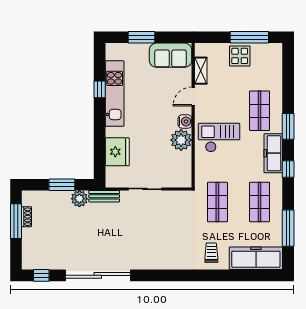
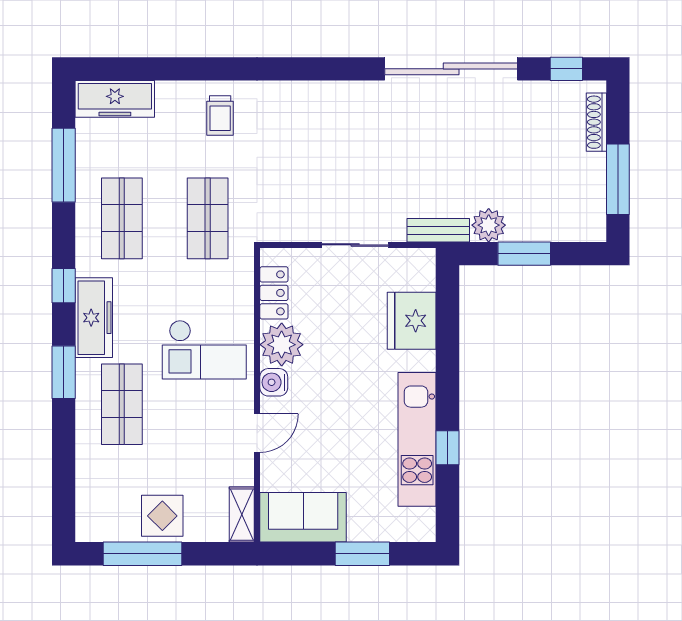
shelving: (201, 71) -> (242, 515), moved
locker: (185, 165) -> (274, 293), added
shoe rack: (27, 217) -> (596, 122), moved, width x1.43
freezer: (256, 258) -> (115, 99), width x0.73, depth x0.79

